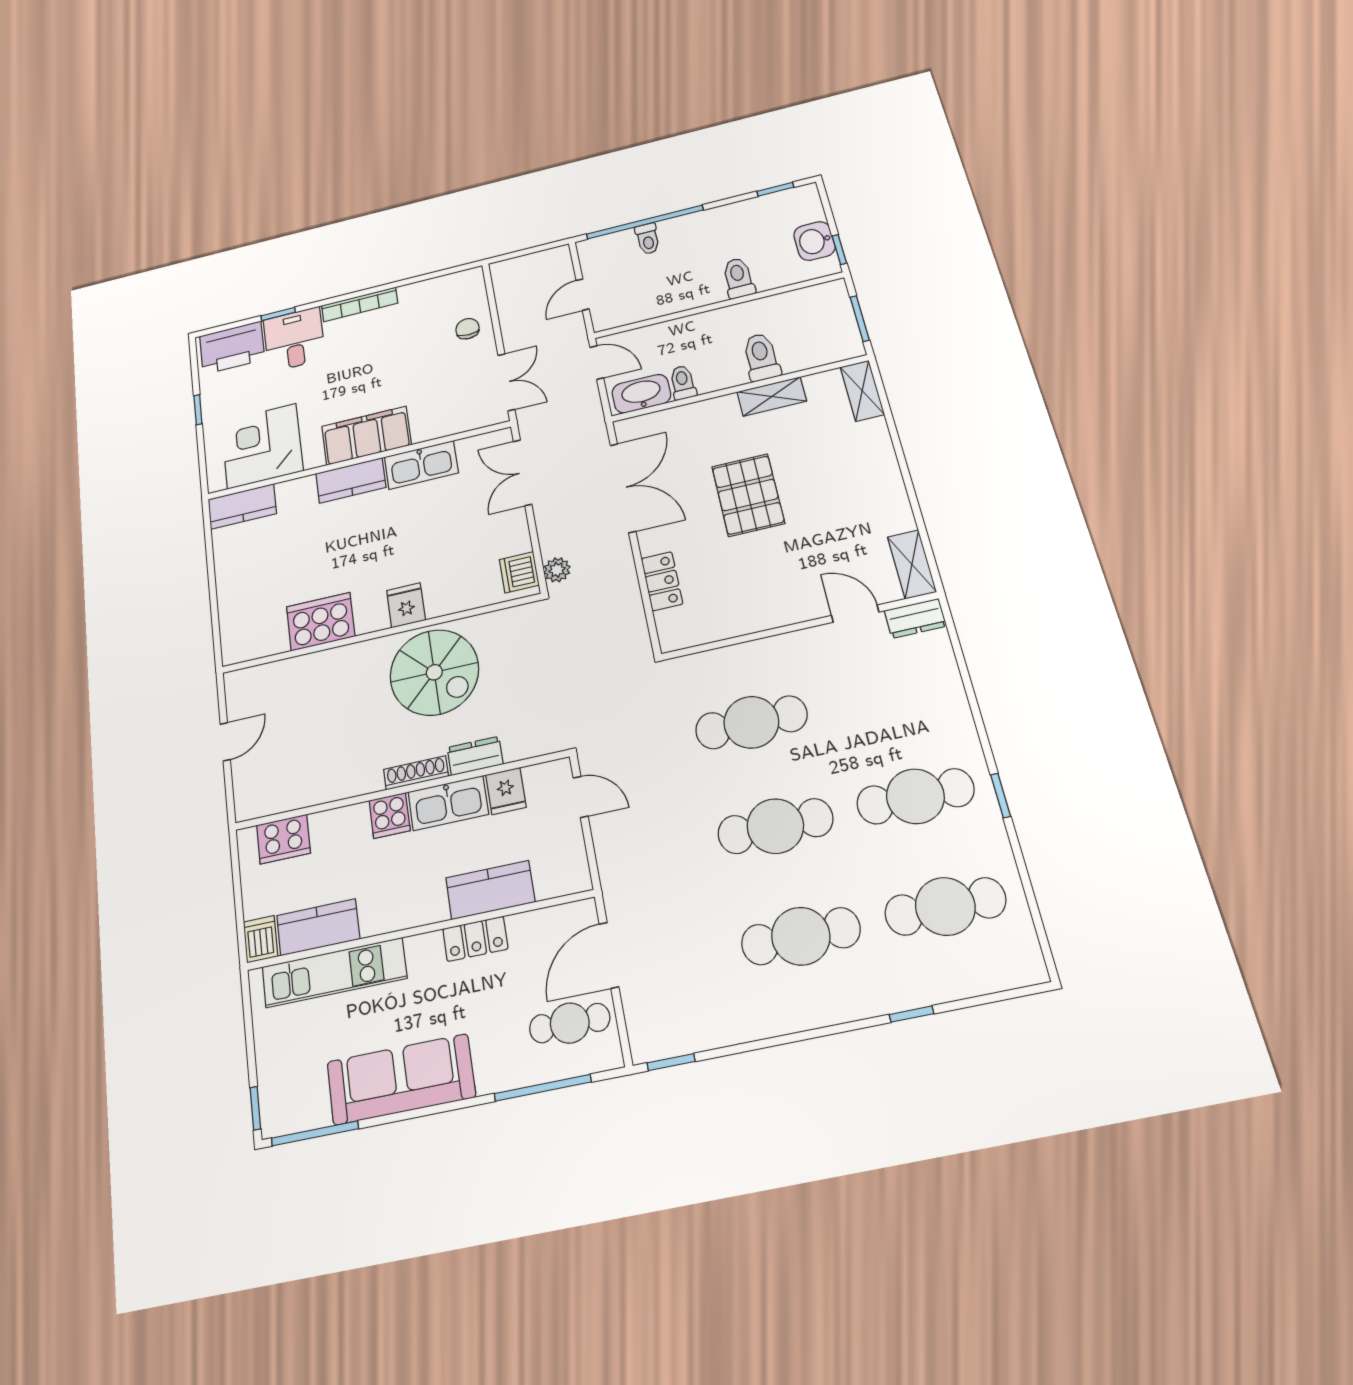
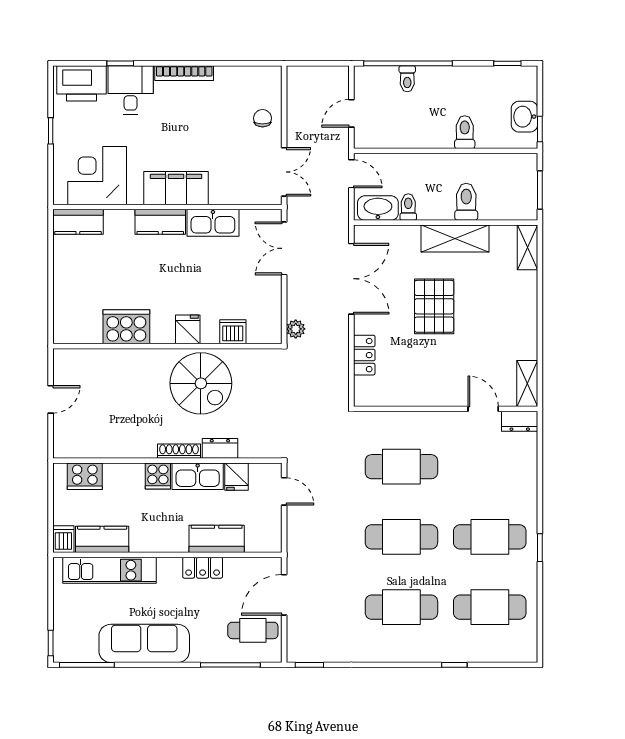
shelving: (772, 396) -> (455, 239), width x1.50, depth x1.33
dishwasher: (519, 572) -> (233, 332), moved, turned 90

